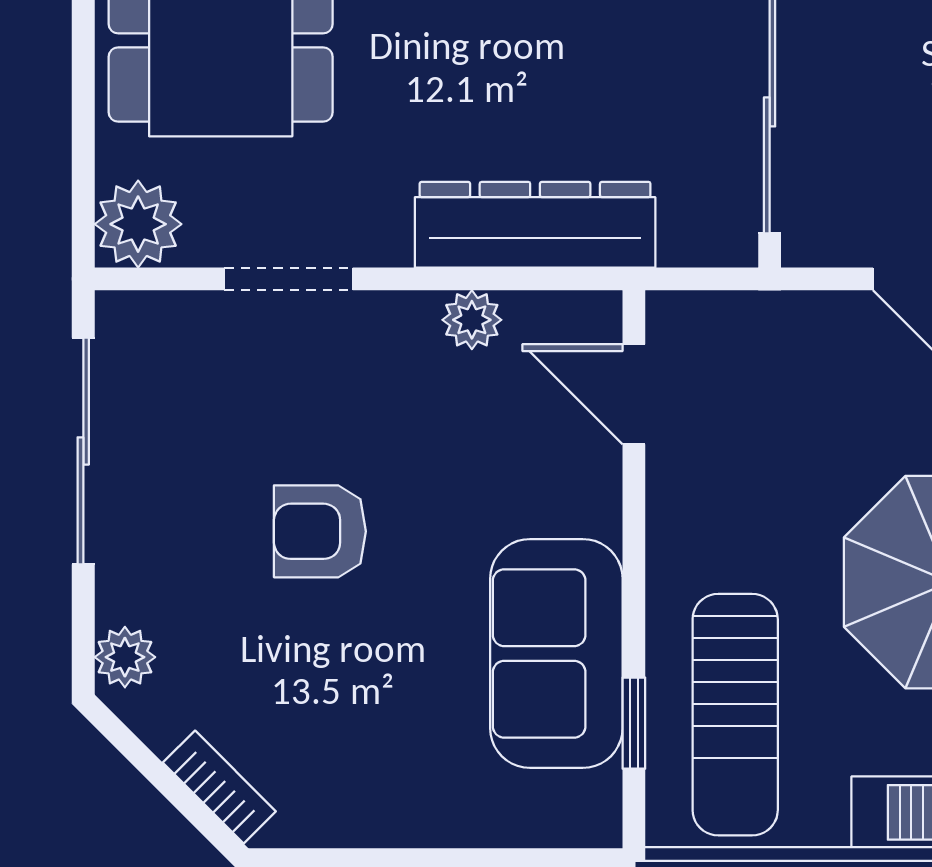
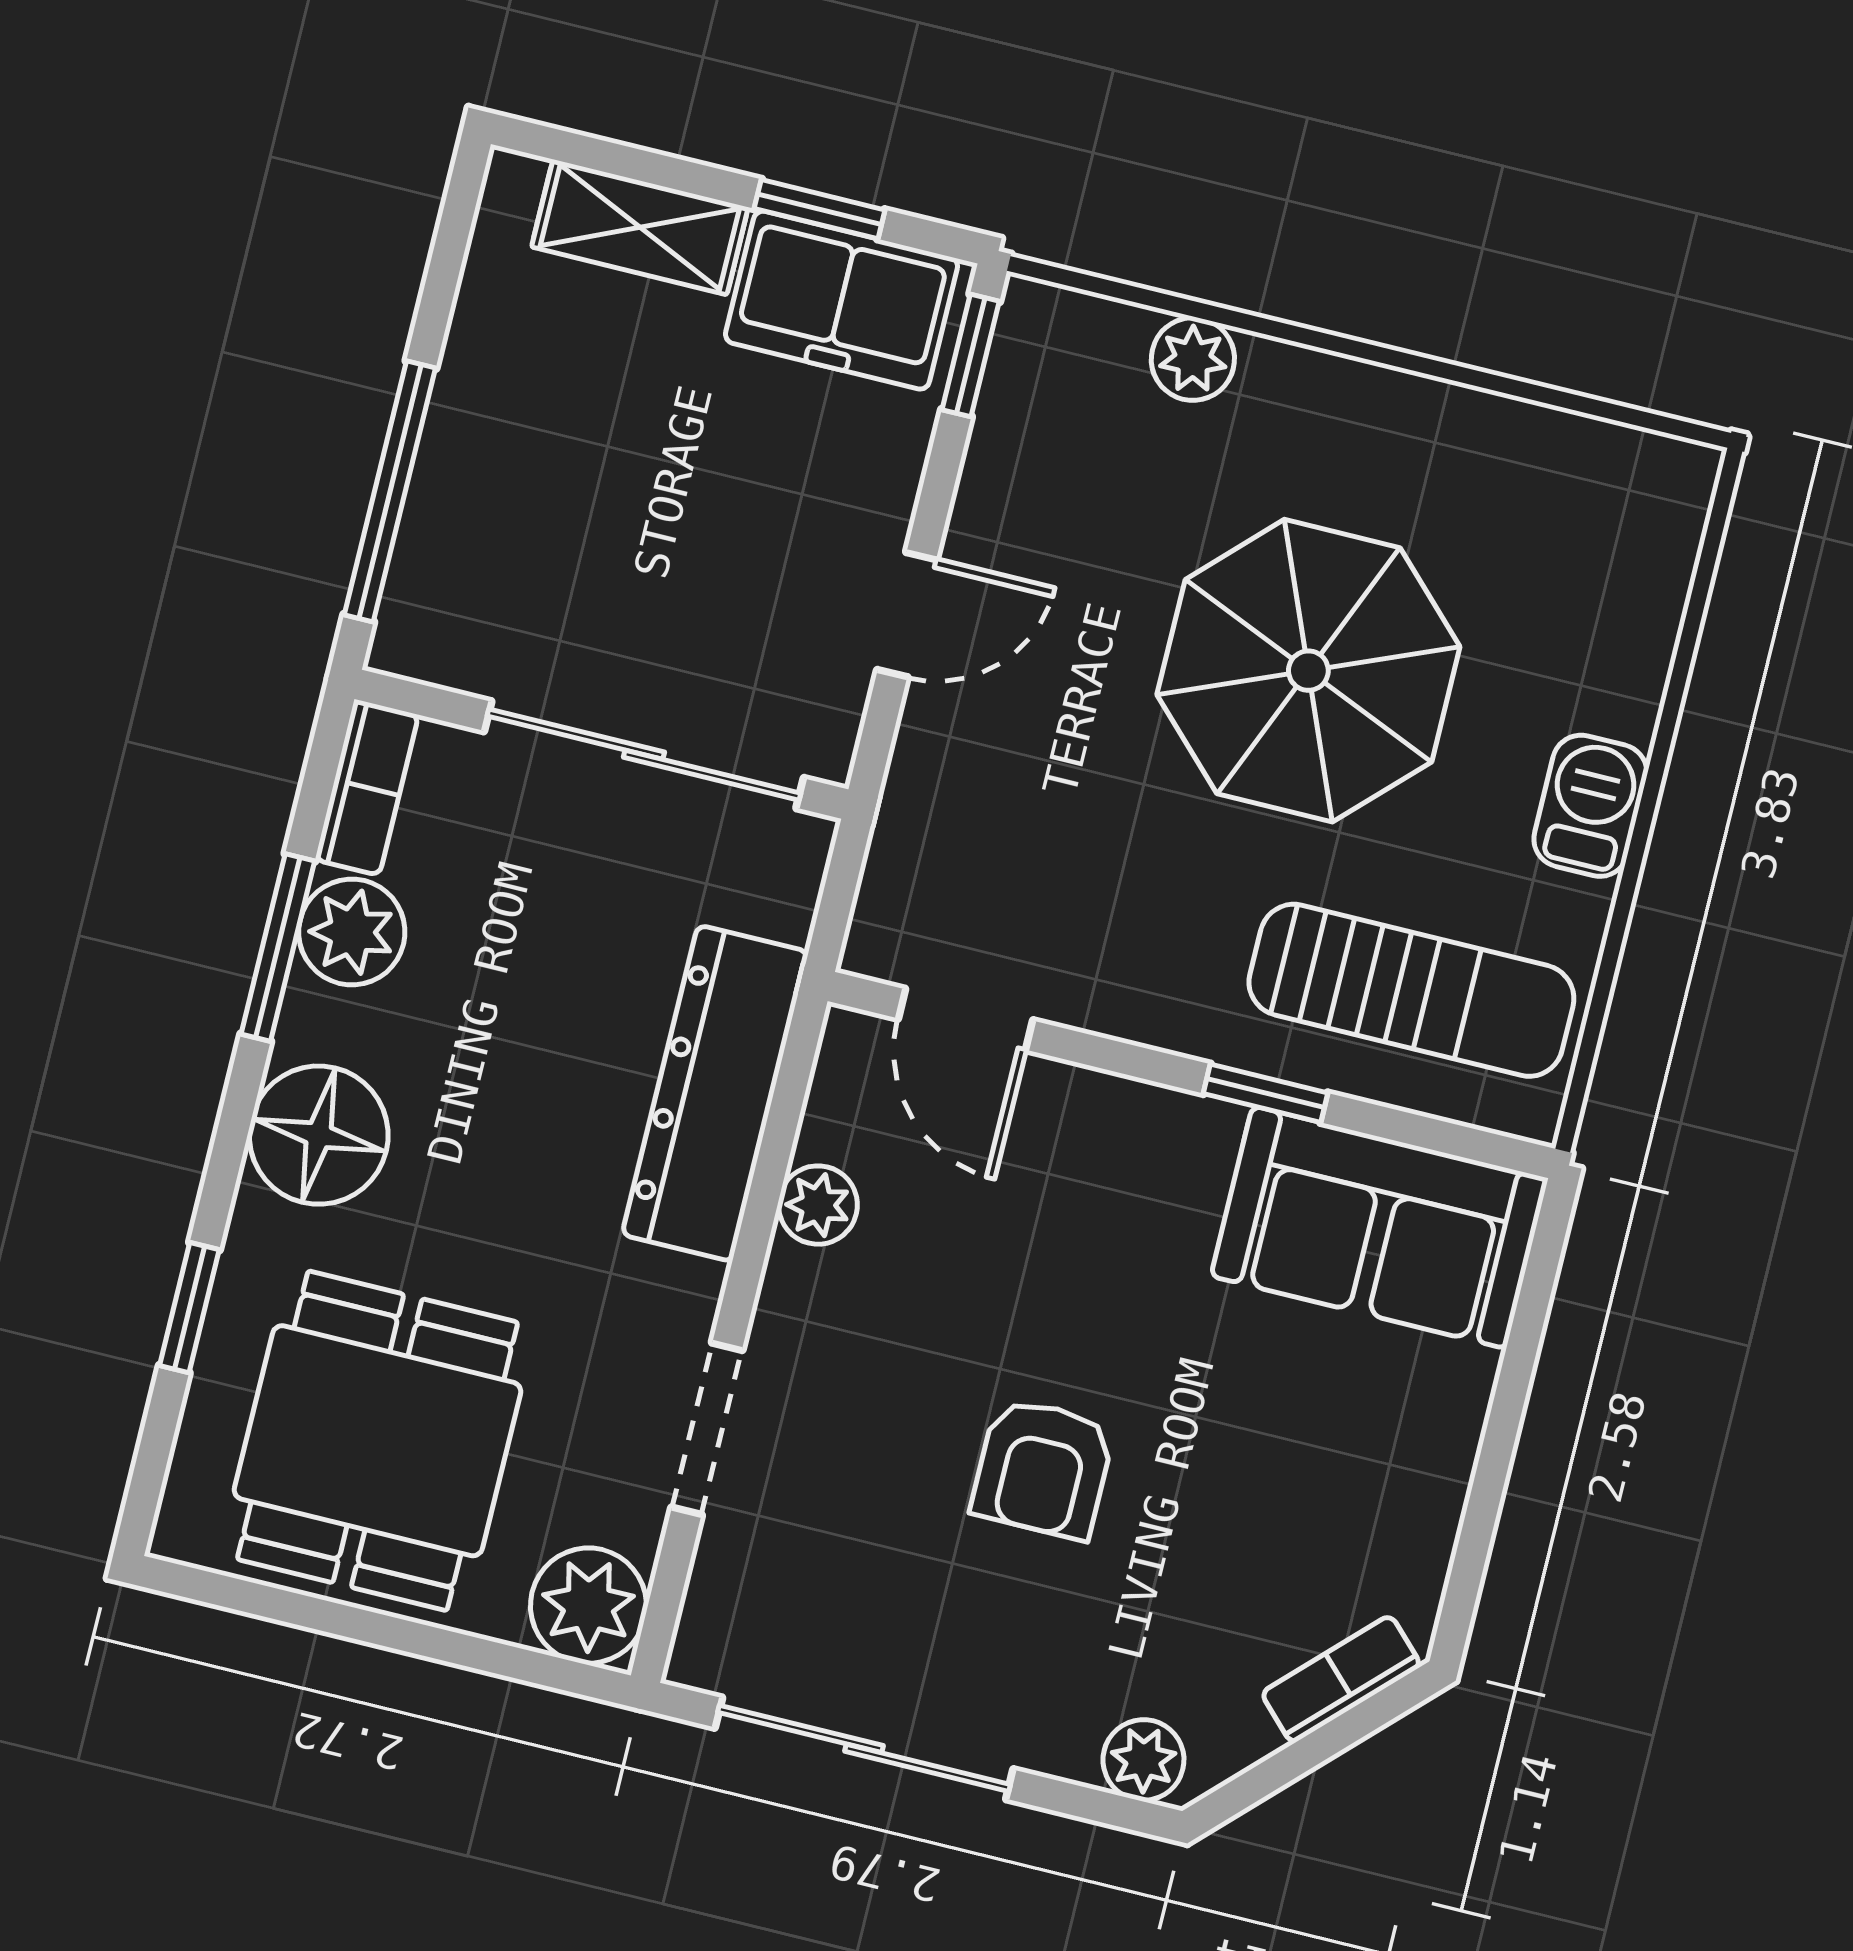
door: (634, 394) -> (966, 1020), hinge flipped
sofa: (556, 653) -> (1379, 1227), moved
window: (634, 723) -> (1266, 1093), moved

